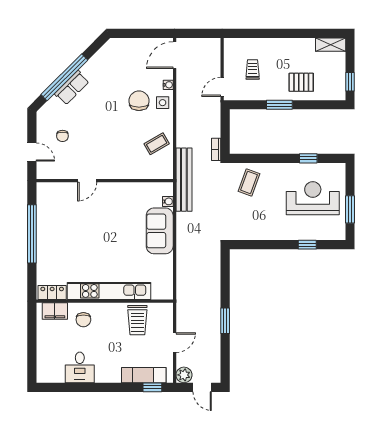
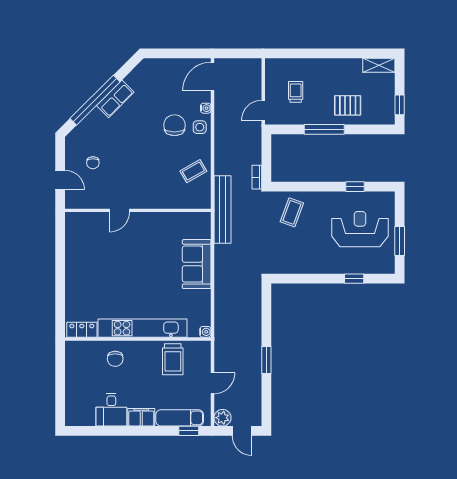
row of seats: (72, 88) -> (115, 99), moved
window: (279, 105) -> (324, 129), width x1.44
water cooler: (168, 201) -> (205, 332), moved
window: (32, 234) -> (60, 267), removed
filing cabinet: (55, 311) -> (141, 417), moved, turned 180

